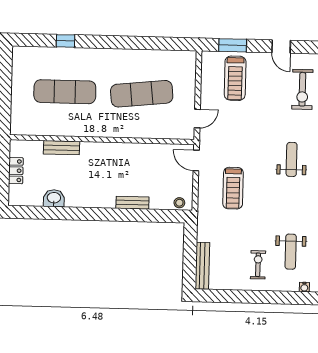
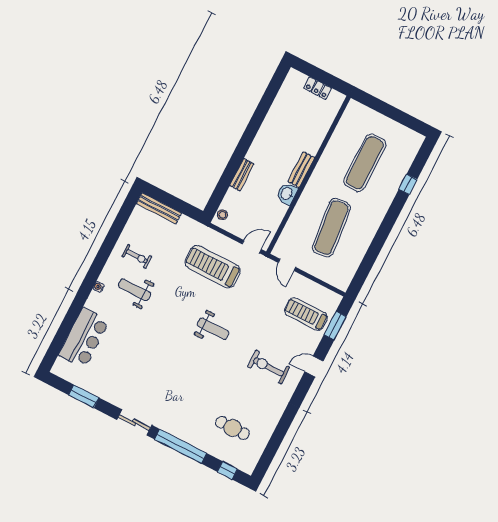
bench: (62, 148) -> (301, 170), moved
treadmill: (233, 188) -> (213, 267), width x1.37, depth x1.38
washbasin: (54, 198) -> (287, 194), moved, turned 180

